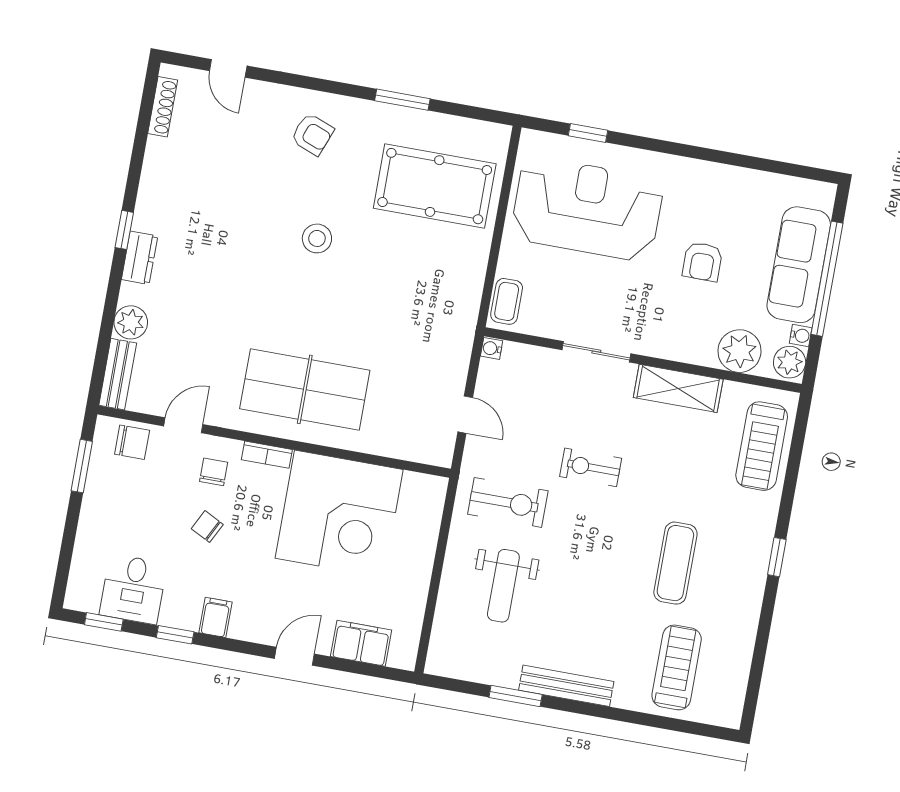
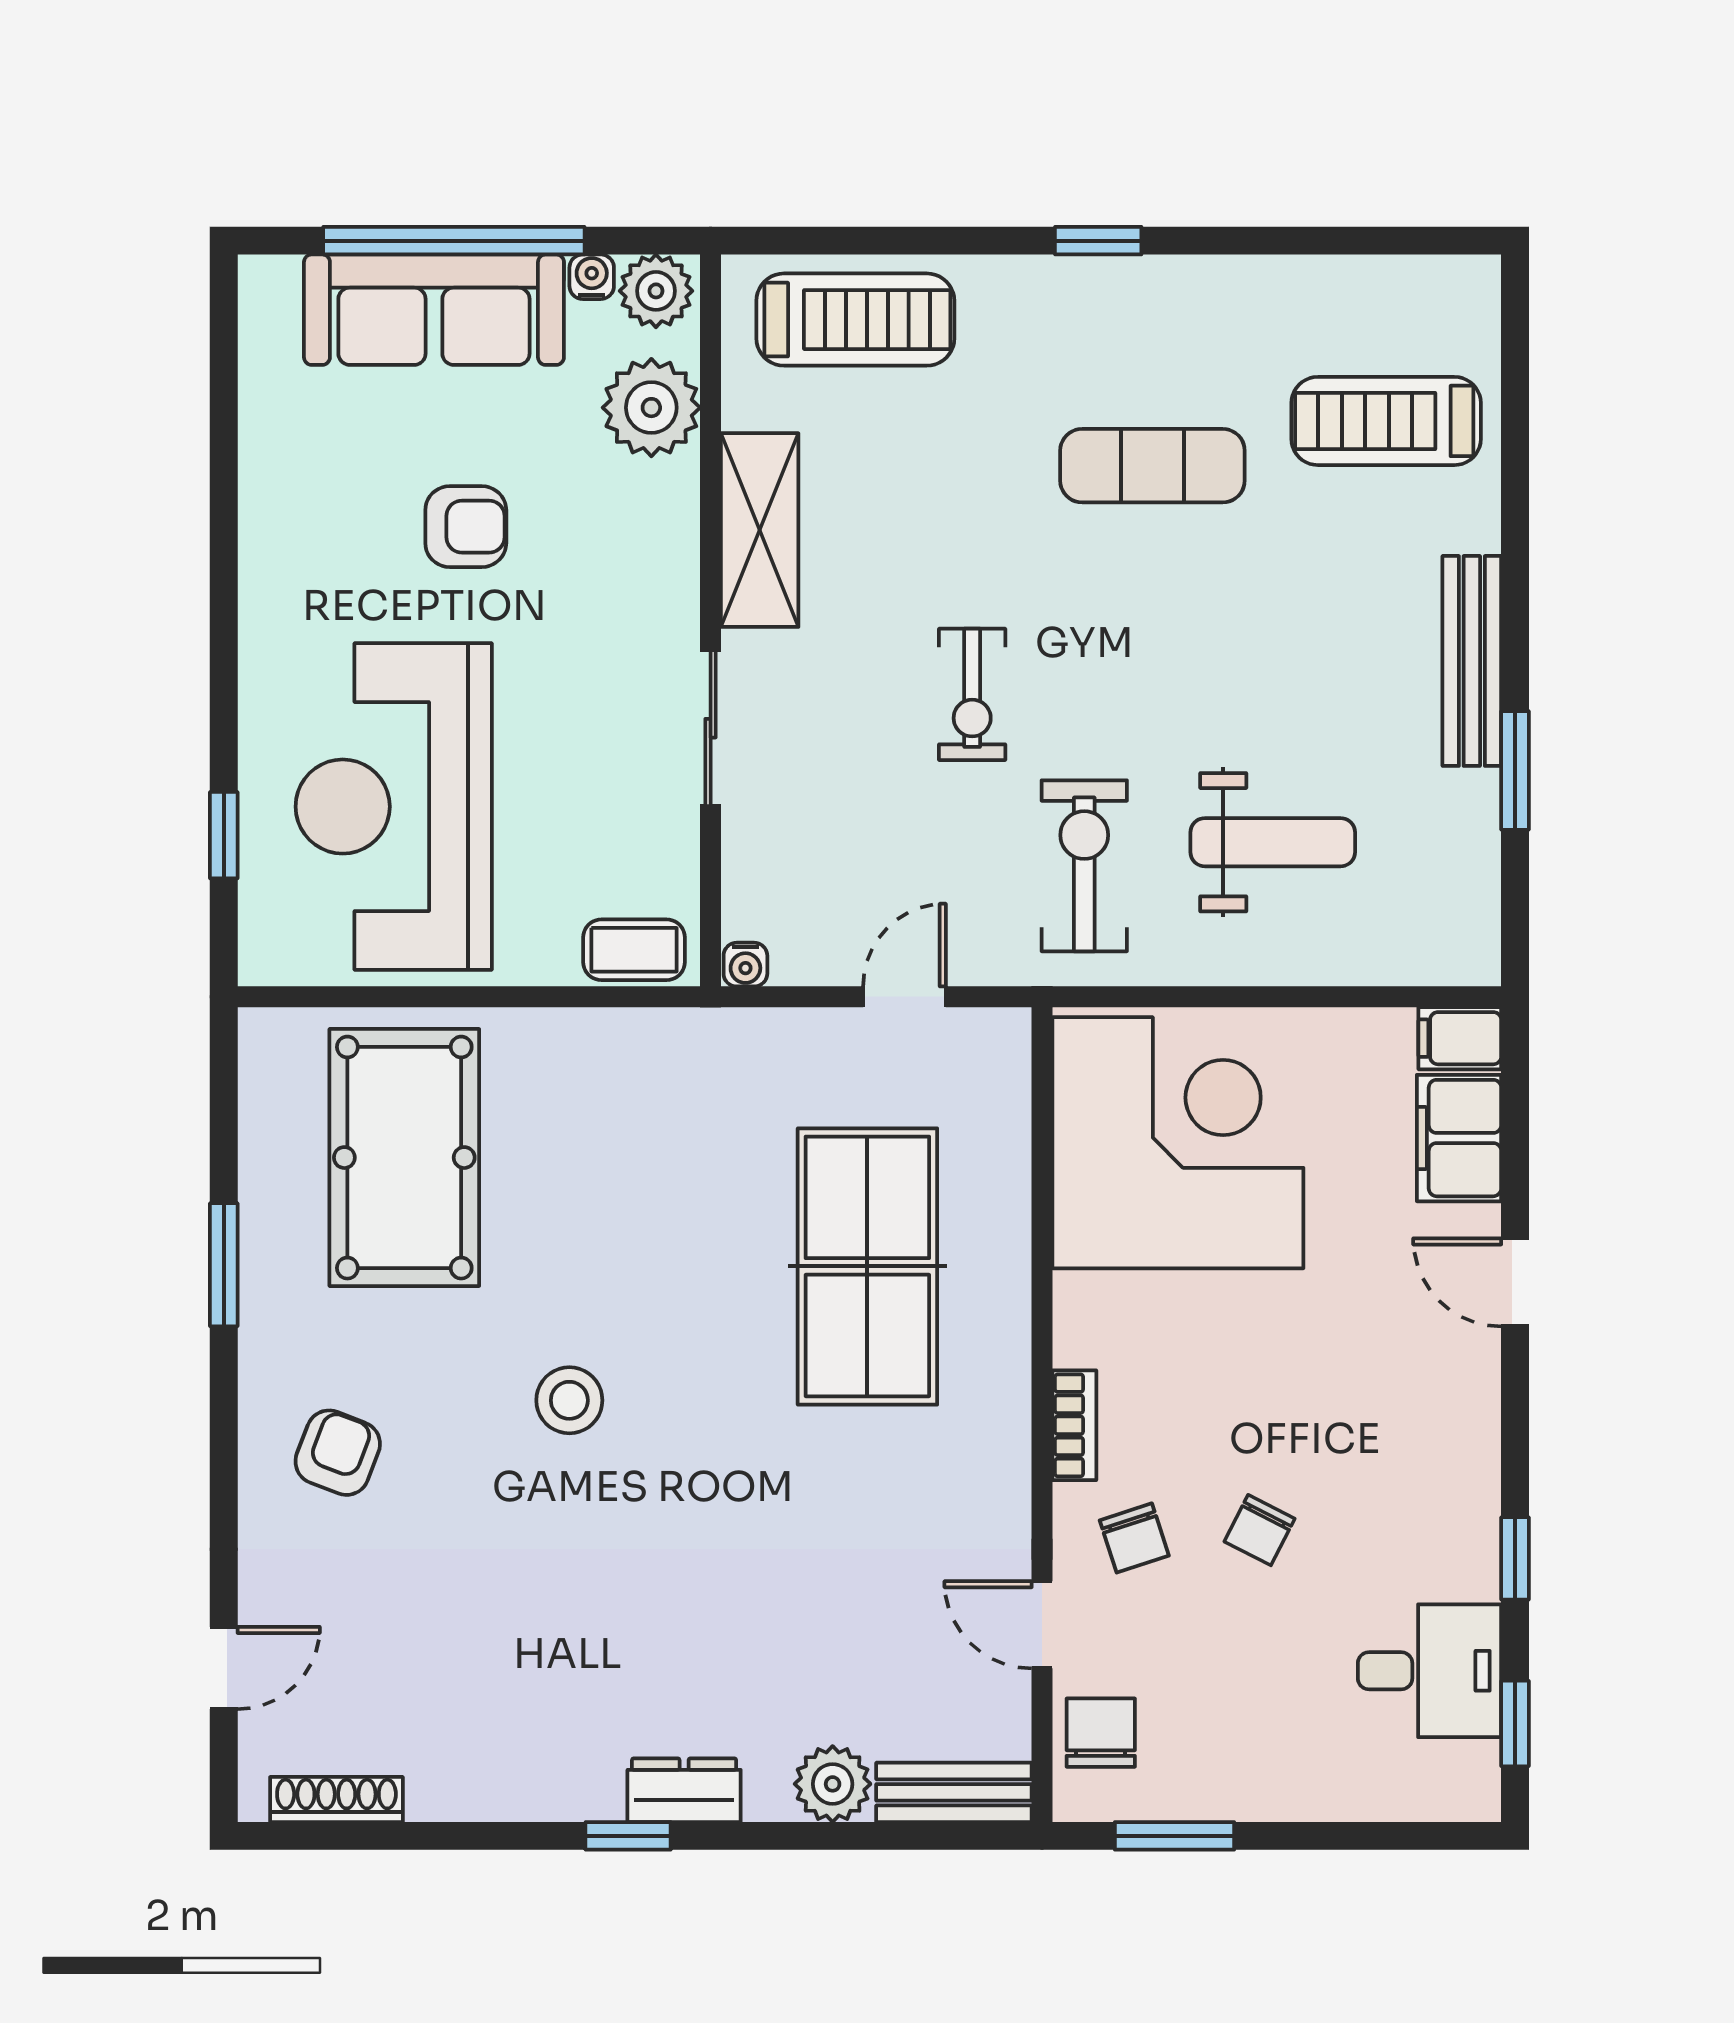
table tennis table: (305, 389) -> (867, 1266), moved
chair: (214, 472) -> (1134, 1538), turned -108
corner desk: (339, 514) -> (1178, 1143), moved
filing cabinet: (216, 617) -> (1460, 1038), moved

